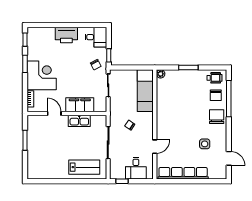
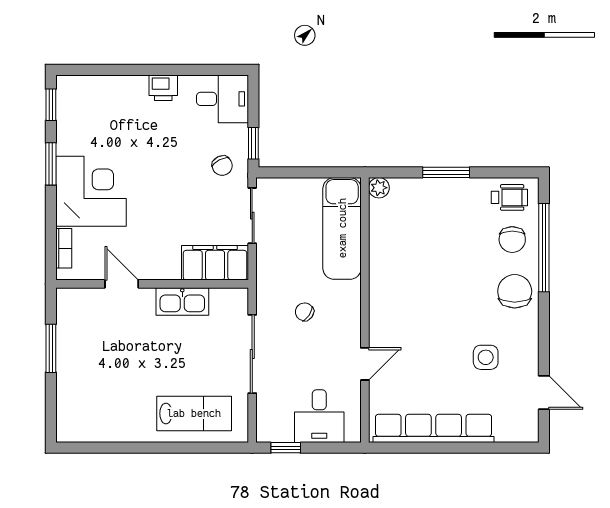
printer: (66, 35) -> (163, 88), width x0.53, depth x0.68
filing cabinet: (80, 105) -> (215, 263), moved

